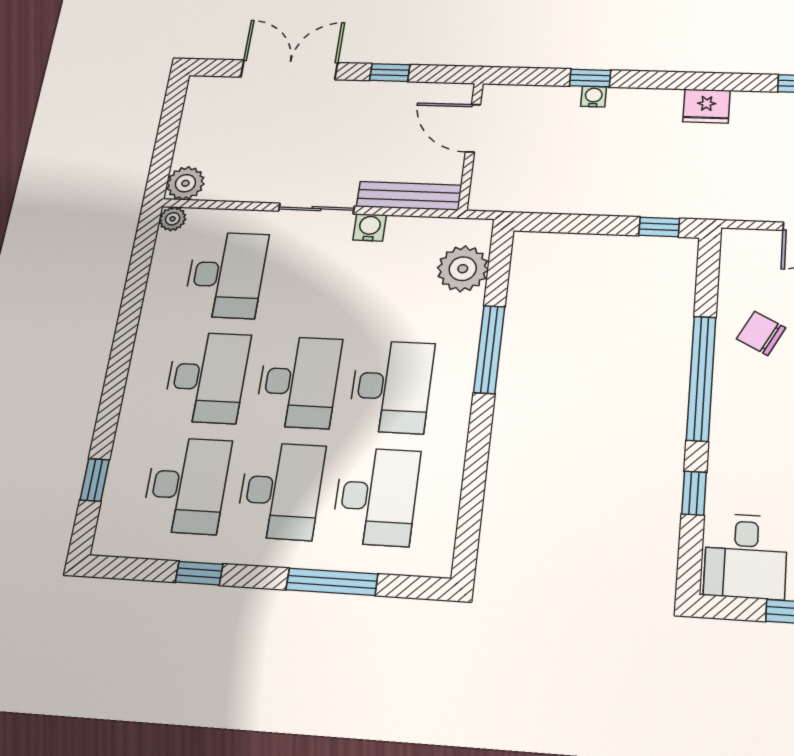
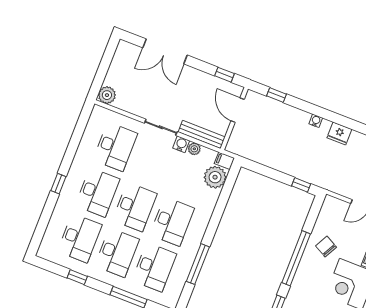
double door: (289, 70) -> (165, 51), swing flipped
window: (390, 73) -> (225, 75), moved
window: (590, 78) -> (277, 95), moved
water cooler: (594, 97) -> (316, 121), moved
plant: (173, 219) -> (194, 149), moved
filing cabinet: (474, 231) -> (224, 161), added
window: (489, 349) -> (198, 264), moved
window: (95, 480) -> (58, 184), moved

